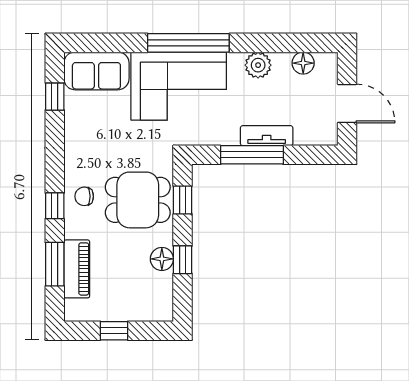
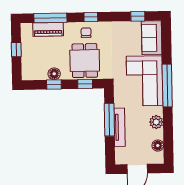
tv unit: (267, 136) -> (120, 127), width x1.41
window: (55, 206) -> (91, 17), moved
window: (55, 264) -> (50, 18), width x1.44

